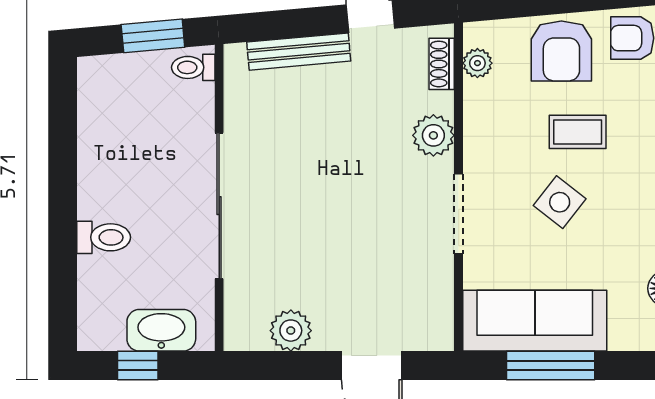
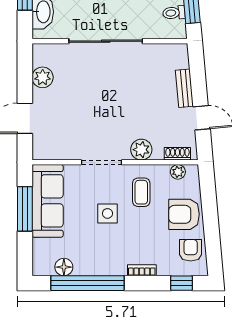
bench: (299, 52) -> (184, 88), width x0.73
toilet: (193, 67) -> (174, 13), moved, turned -95
coffee table: (578, 132) -> (141, 192), moved
side table: (560, 202) -> (107, 213), turned -38

